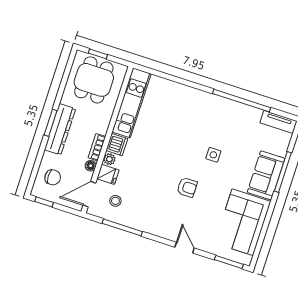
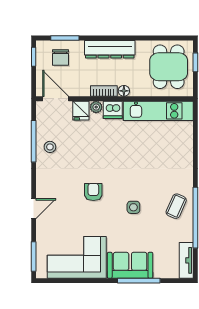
dining table: (94, 80) -> (169, 67), turned 90
coffee table: (225, 115) -> (176, 206), added
window: (51, 123) -> (65, 38), moved
floor lamp: (91, 166) -> (124, 91), moved
armchair: (187, 187) -> (93, 192), turned 180
stool: (115, 201) -> (50, 147), moved

